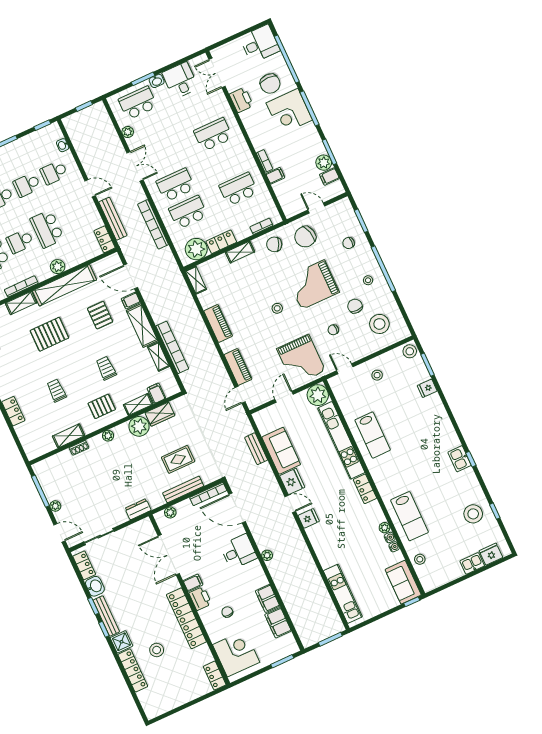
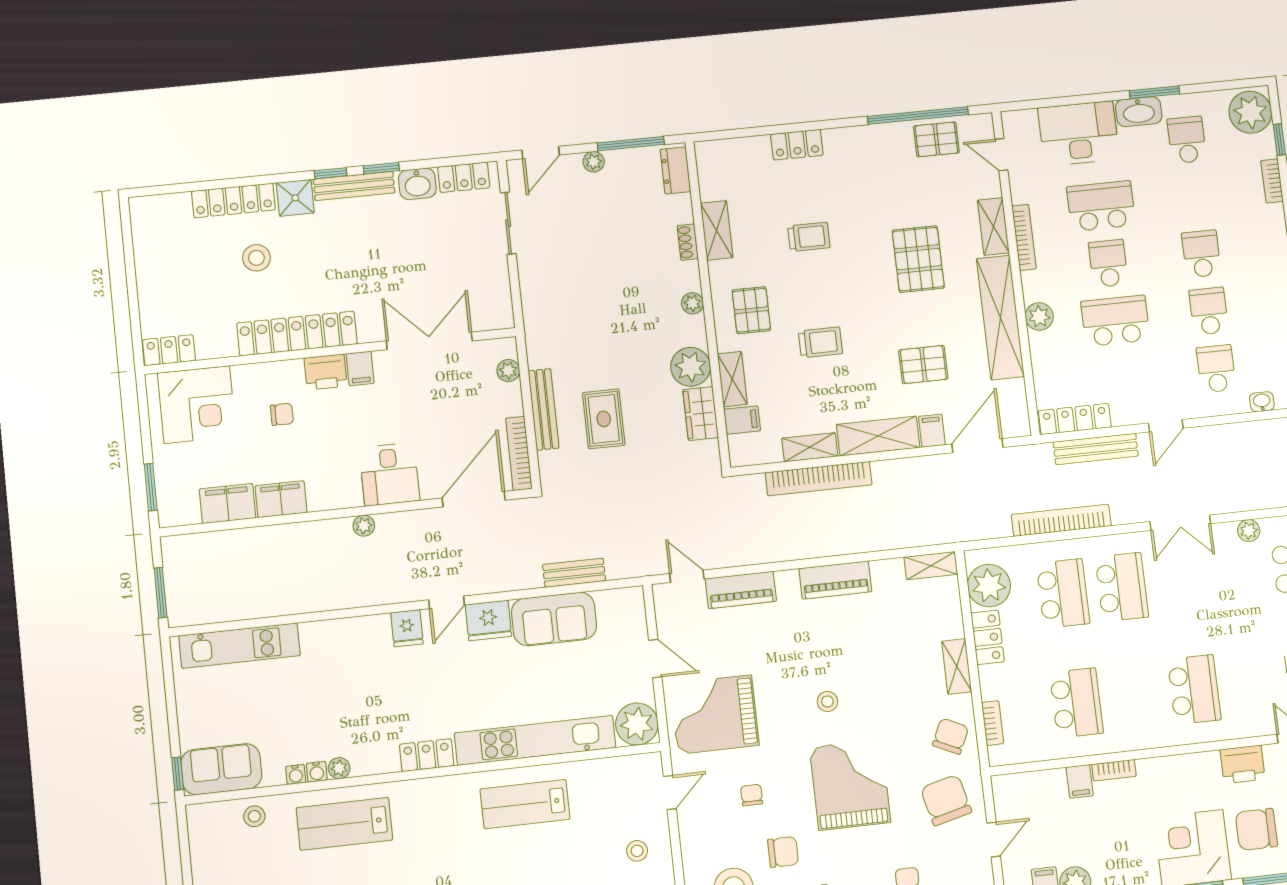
locker: (104, 239) -> (1075, 419), width x1.53
dresser: (138, 509) -> (675, 170), moved, turned 180

